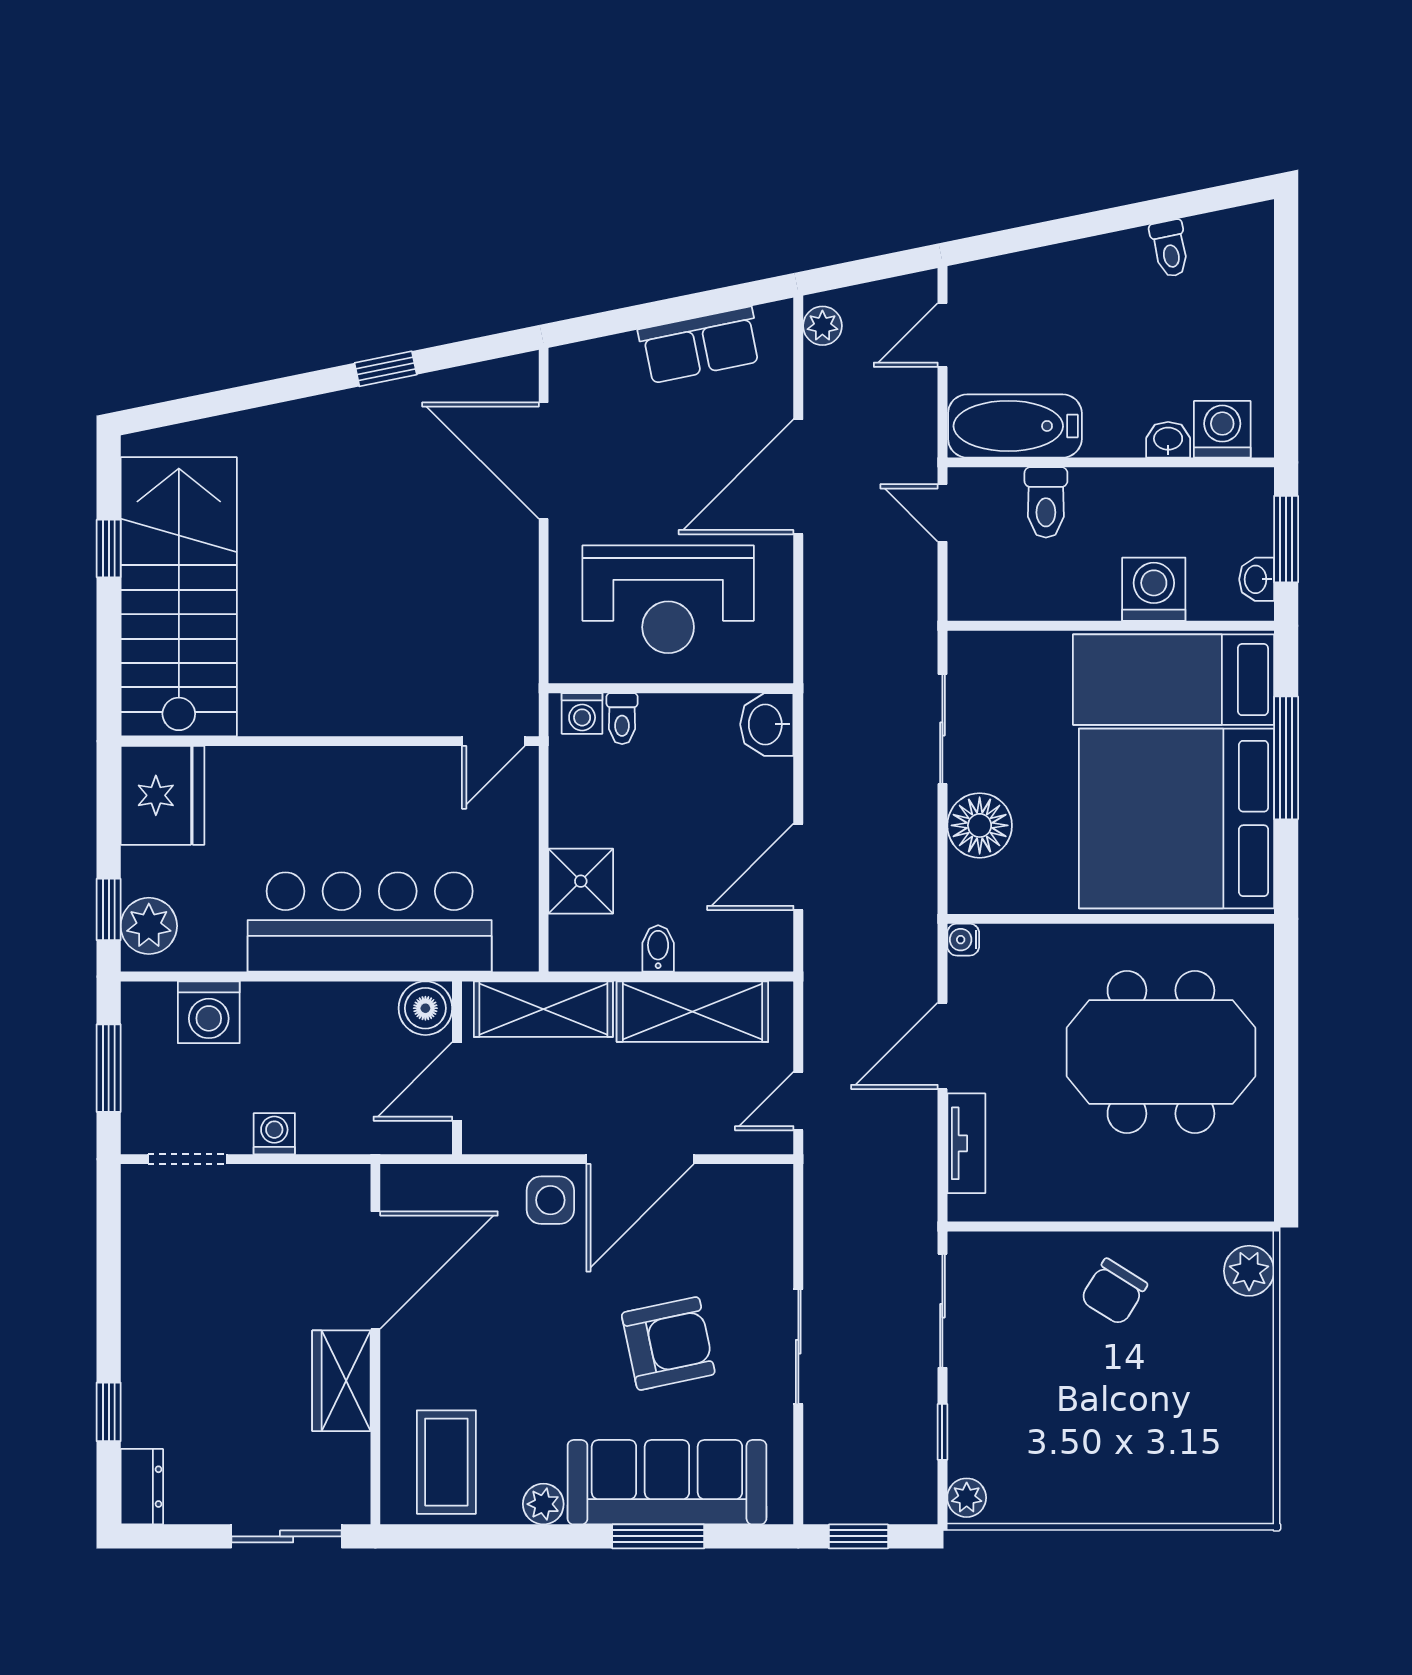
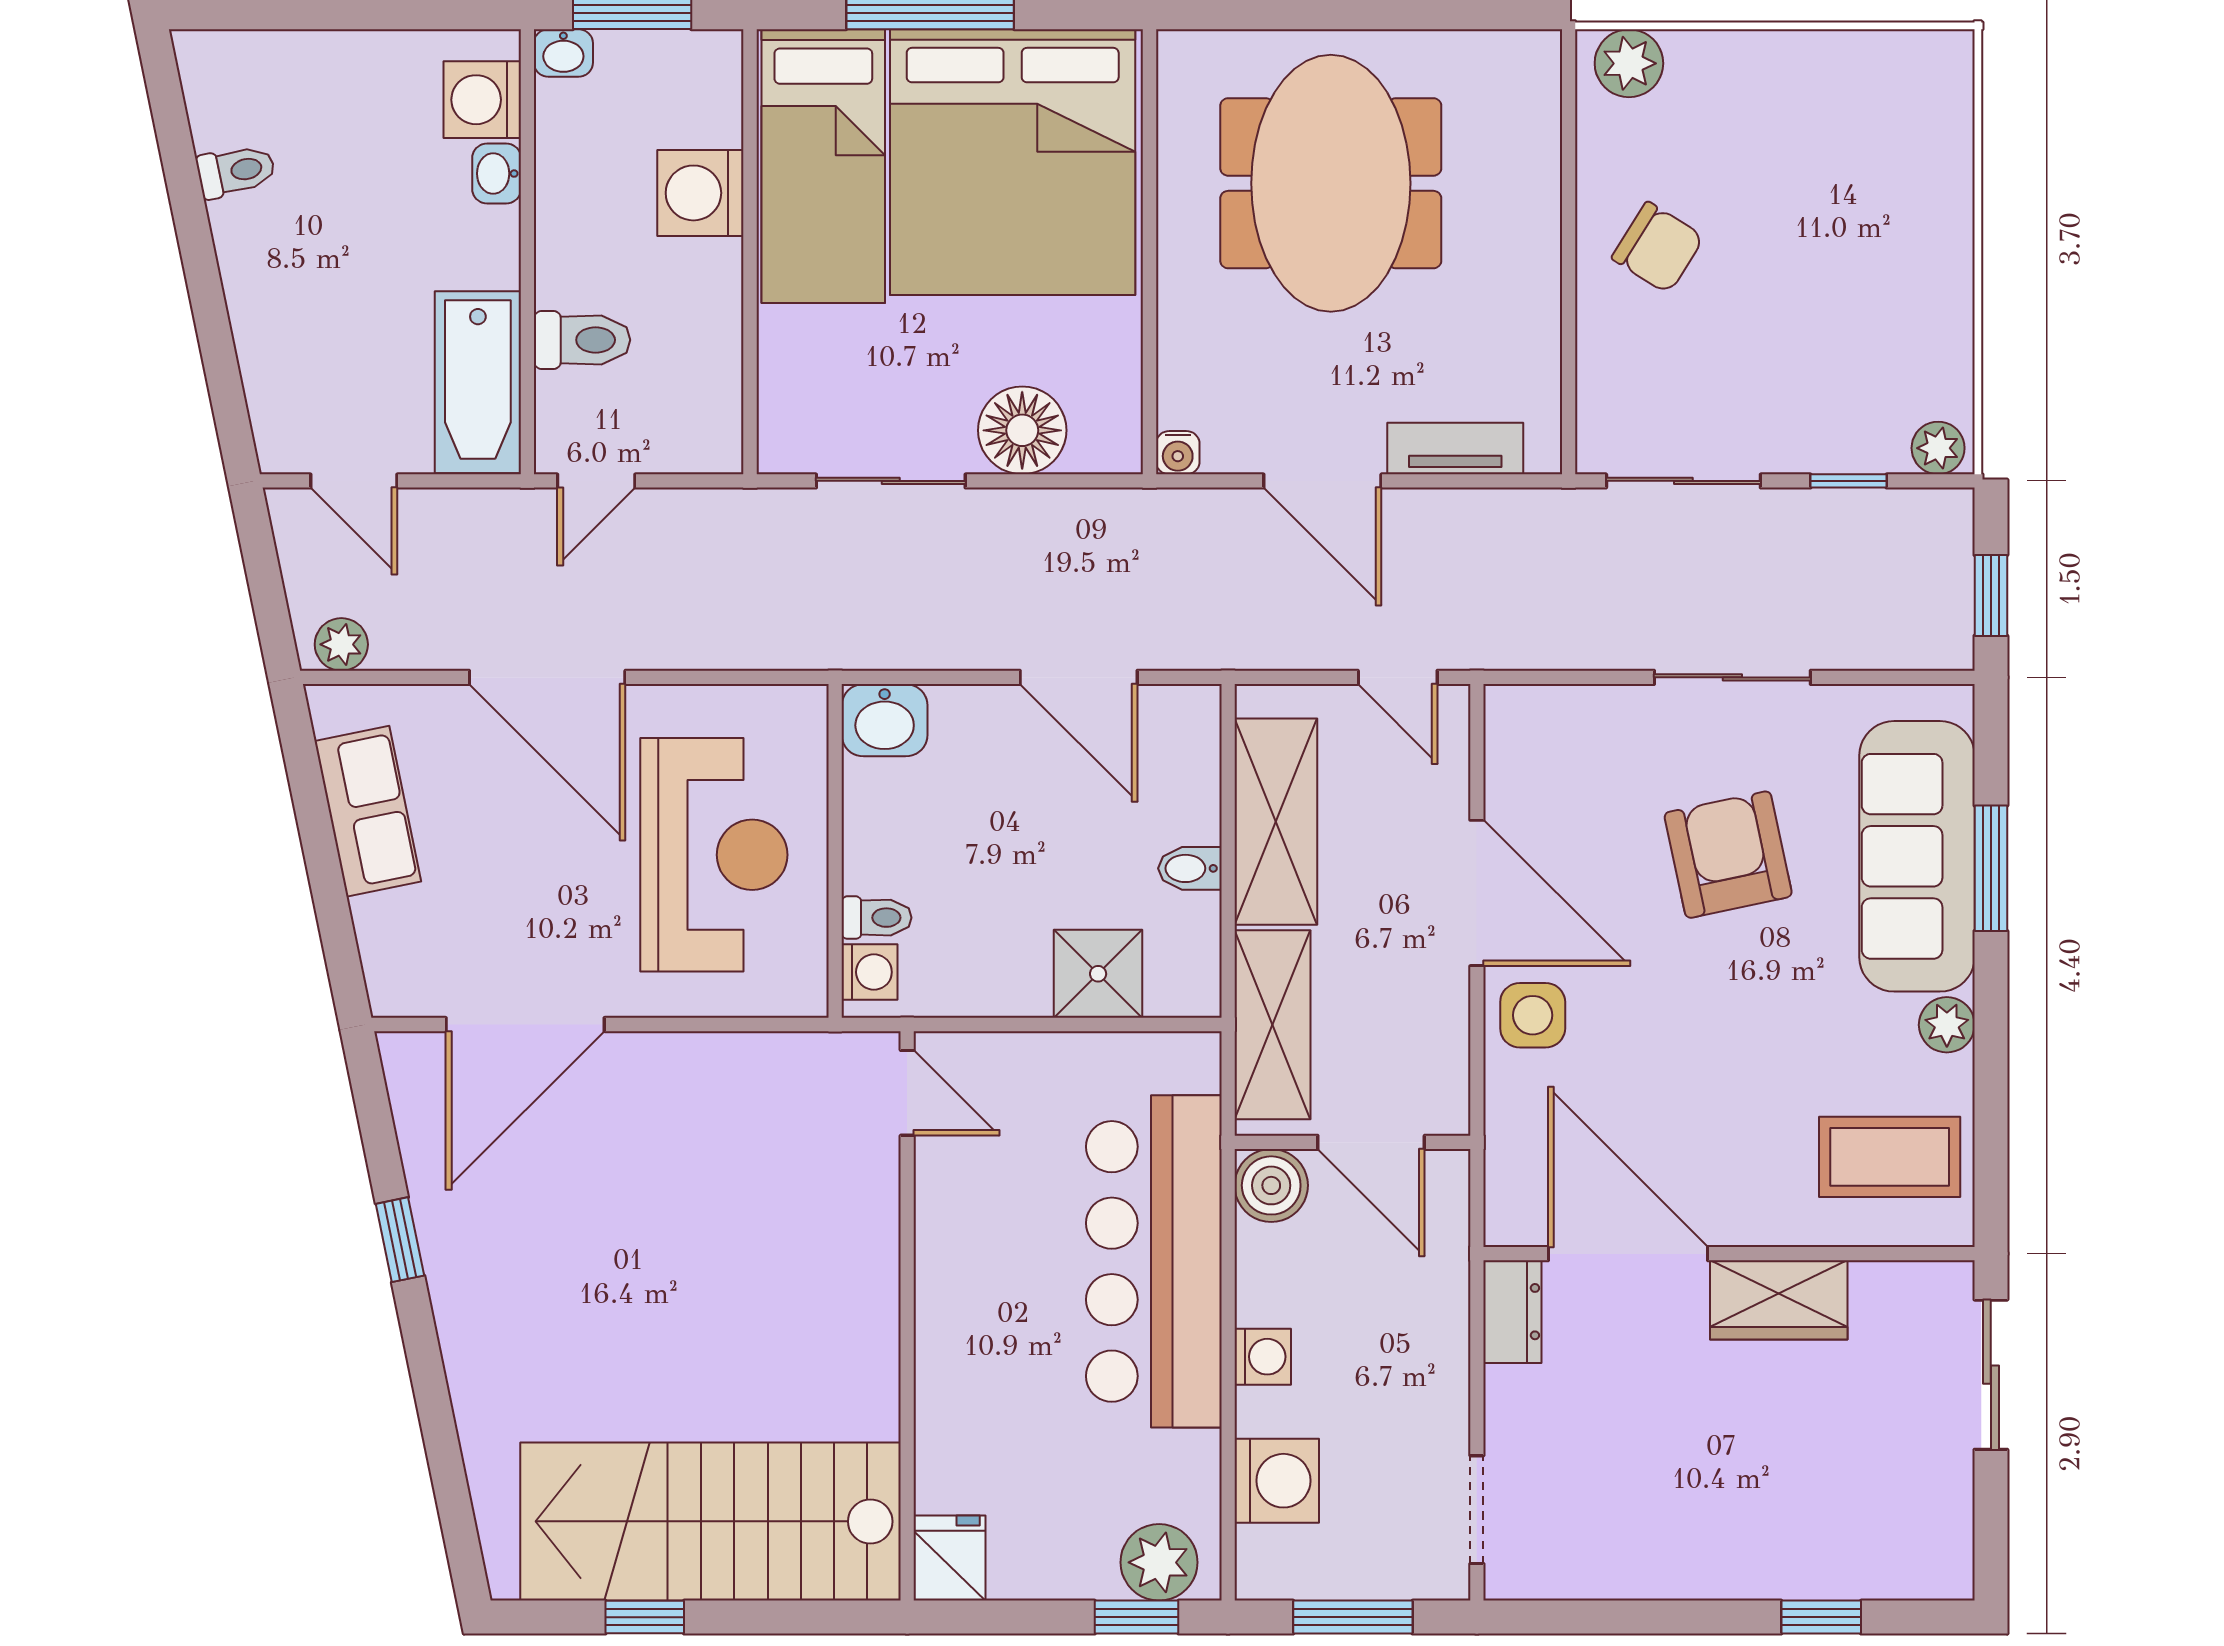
washbasin: (1257, 579) -> (563, 53), moved
fridge: (163, 795) -> (949, 1558), width x0.53, depth x0.75
washing machine: (274, 1134) -> (1263, 1357), moved, turned 180
dresser: (142, 1487) -> (1512, 1312), moved, turned 90

